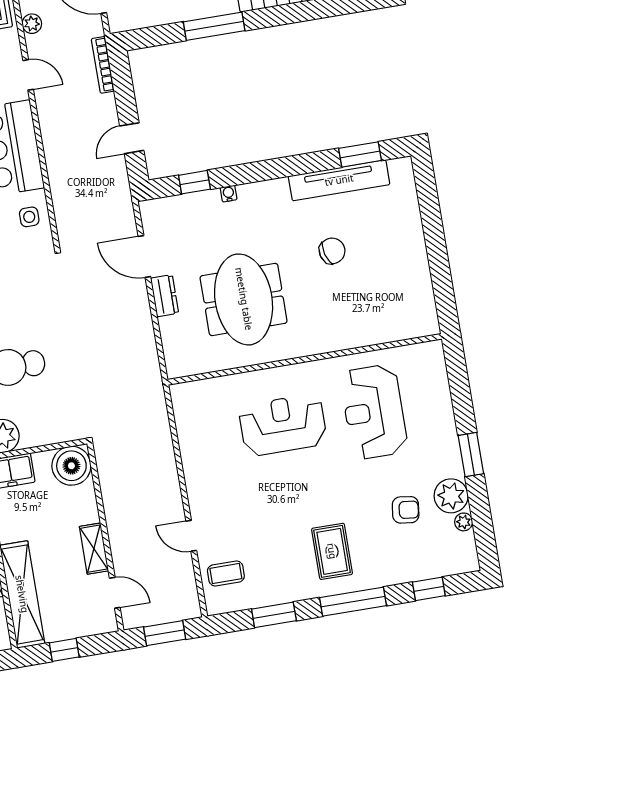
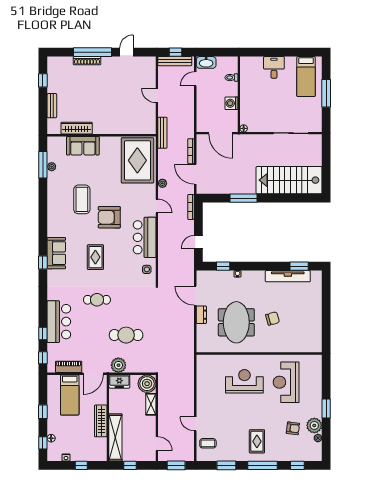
chair: (332, 251) -> (273, 319), moved
shelving: (94, 549) -> (151, 404), moved

